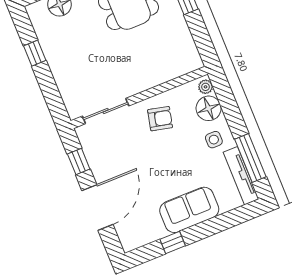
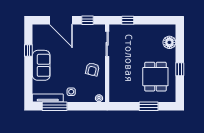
window: (35, 53) -> (128, 20), moved
floor lamp: (209, 108) -> (88, 95), removed

